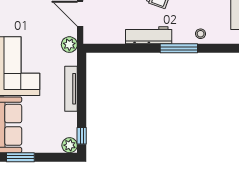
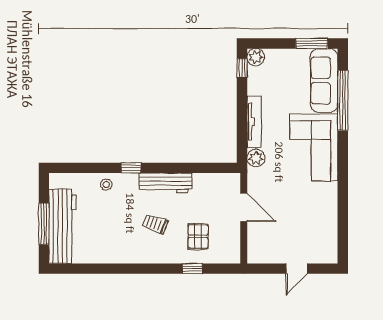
plant: (69, 45) -> (256, 158), moved
window: (179, 48) -> (131, 168), width x0.46

